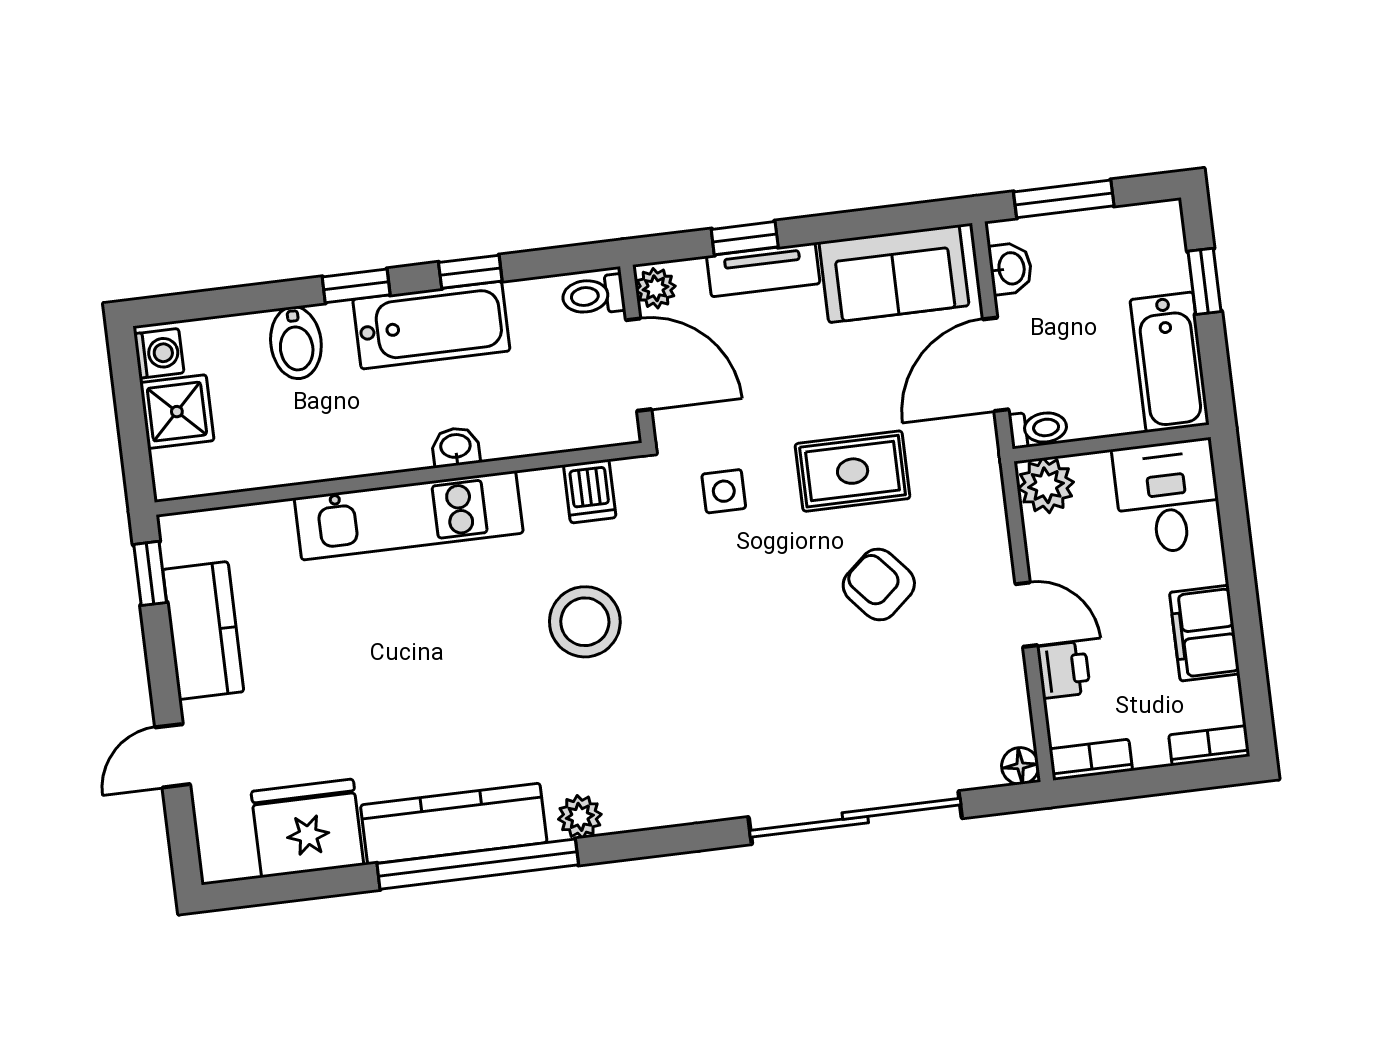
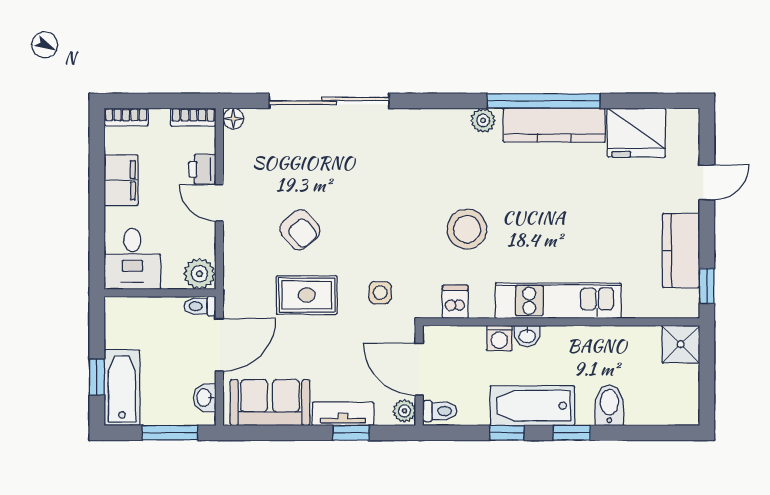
washing machine: (159, 353) -> (499, 338), moved, turned -90
bathtub: (1170, 362) -> (122, 388), moved
shower: (177, 412) -> (681, 344), moved

